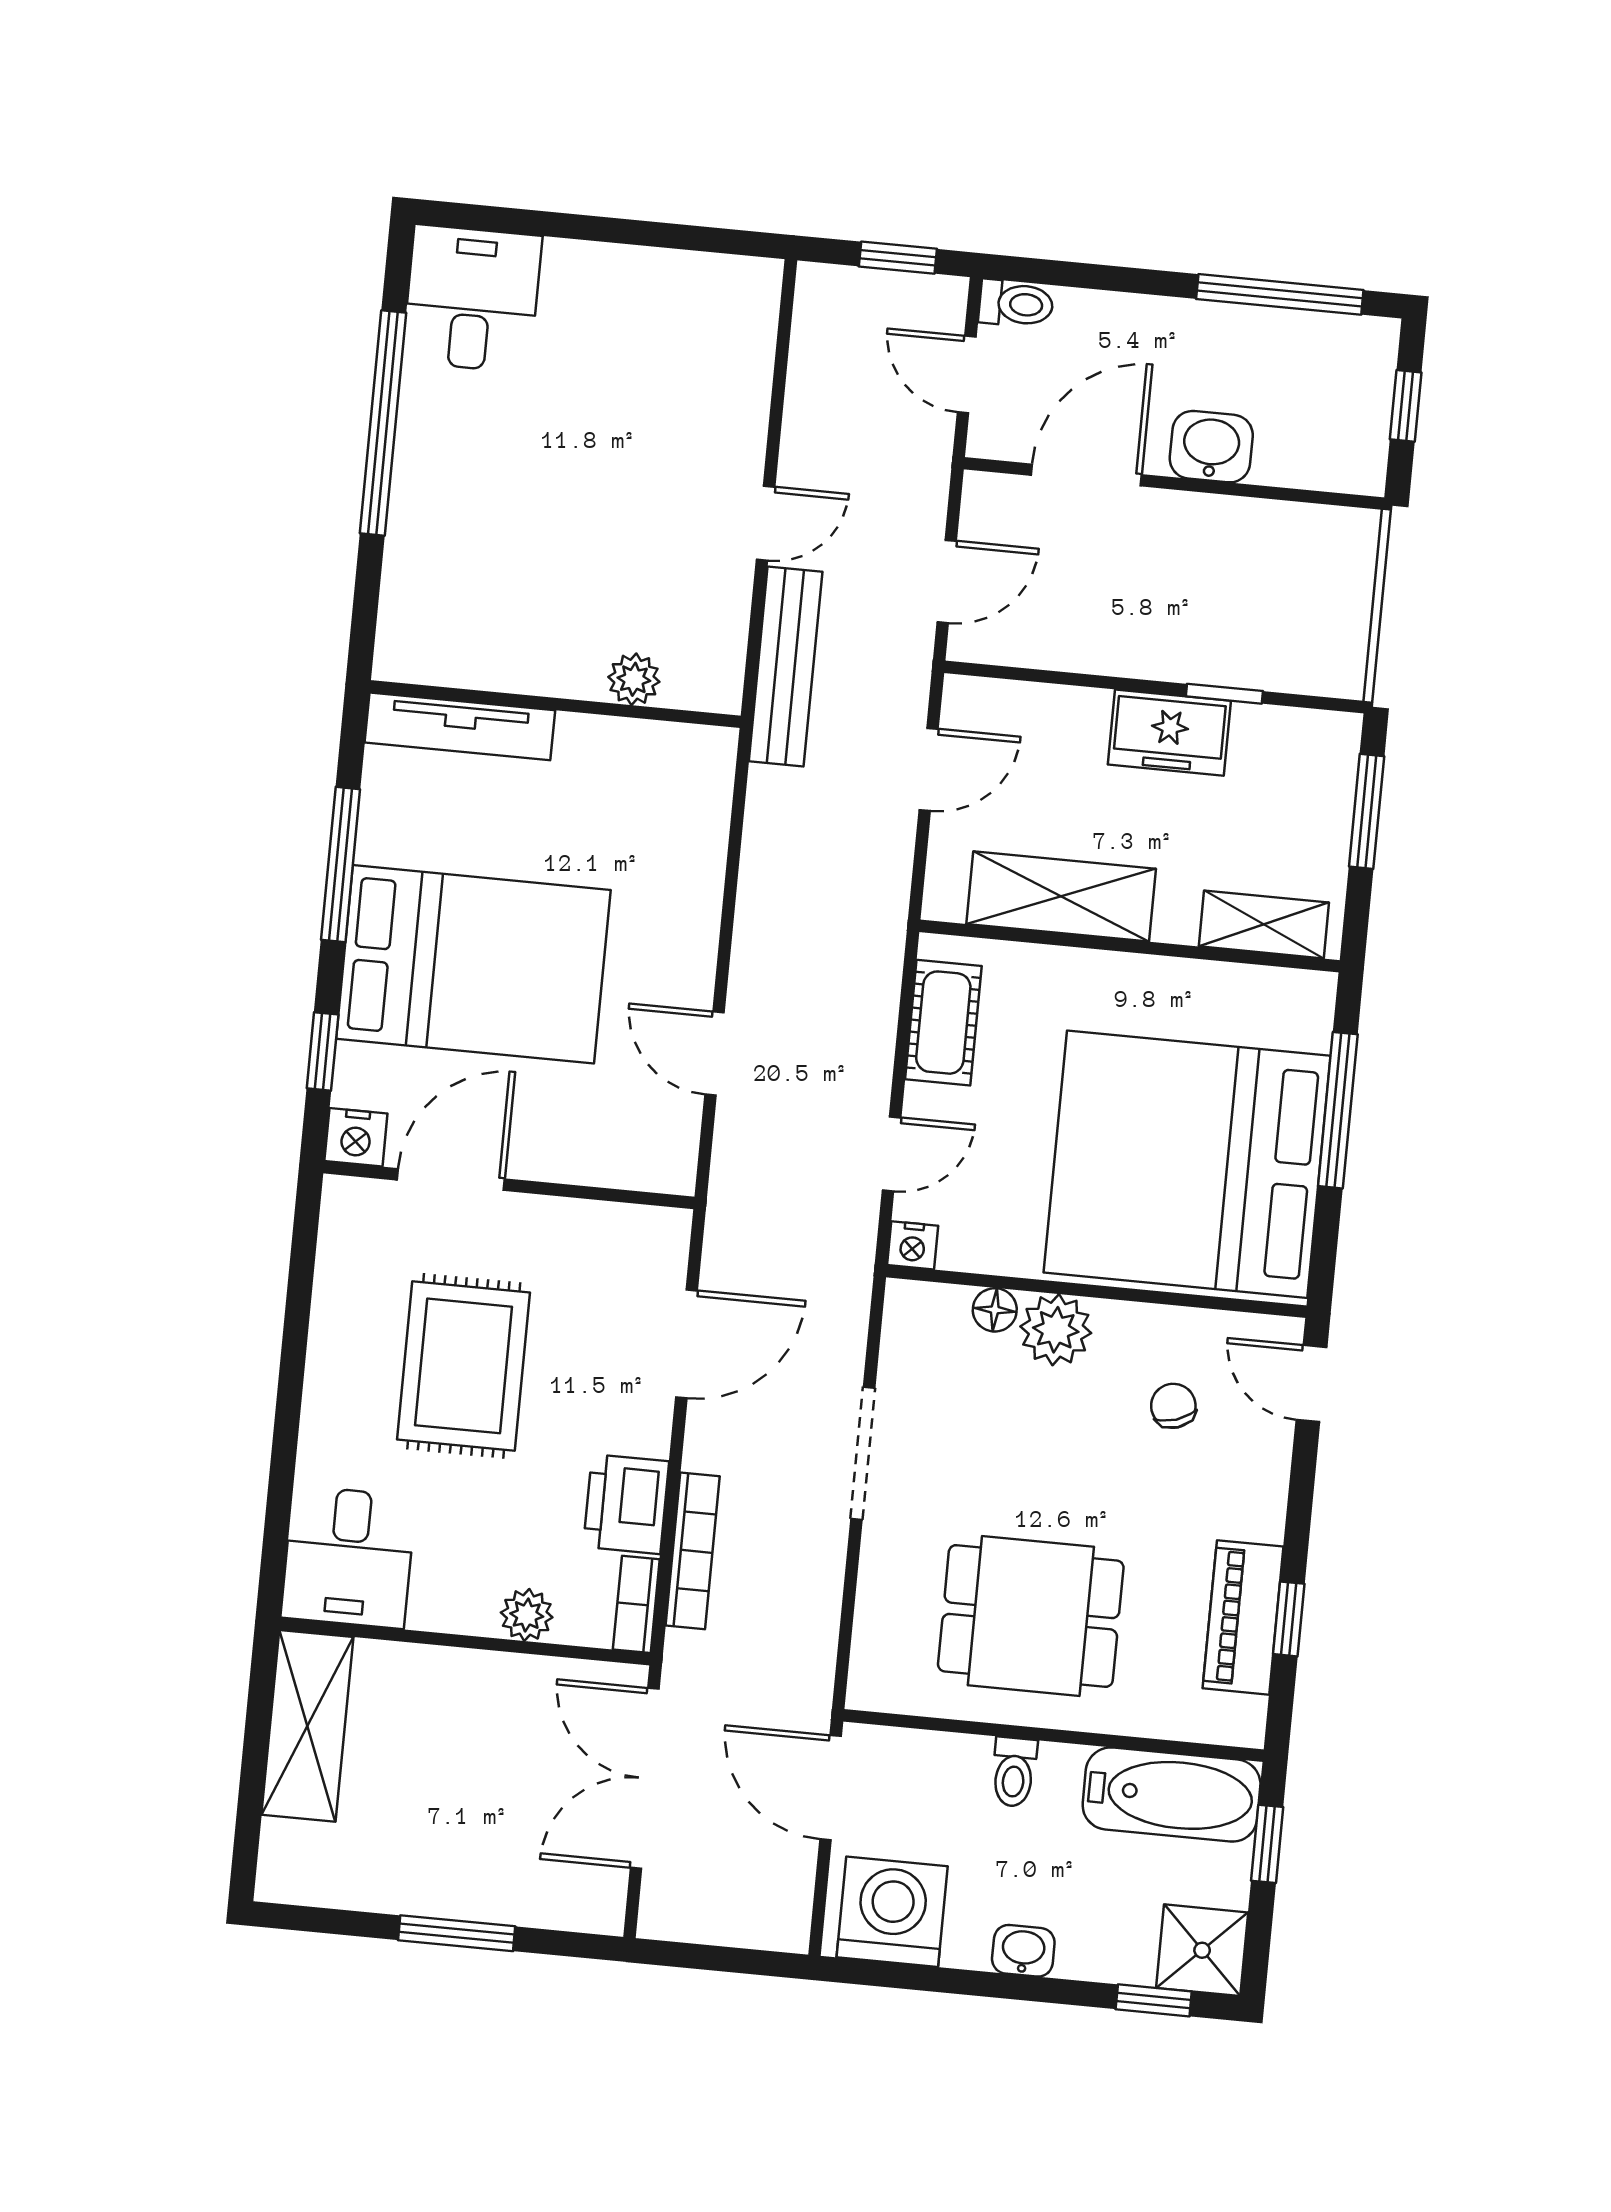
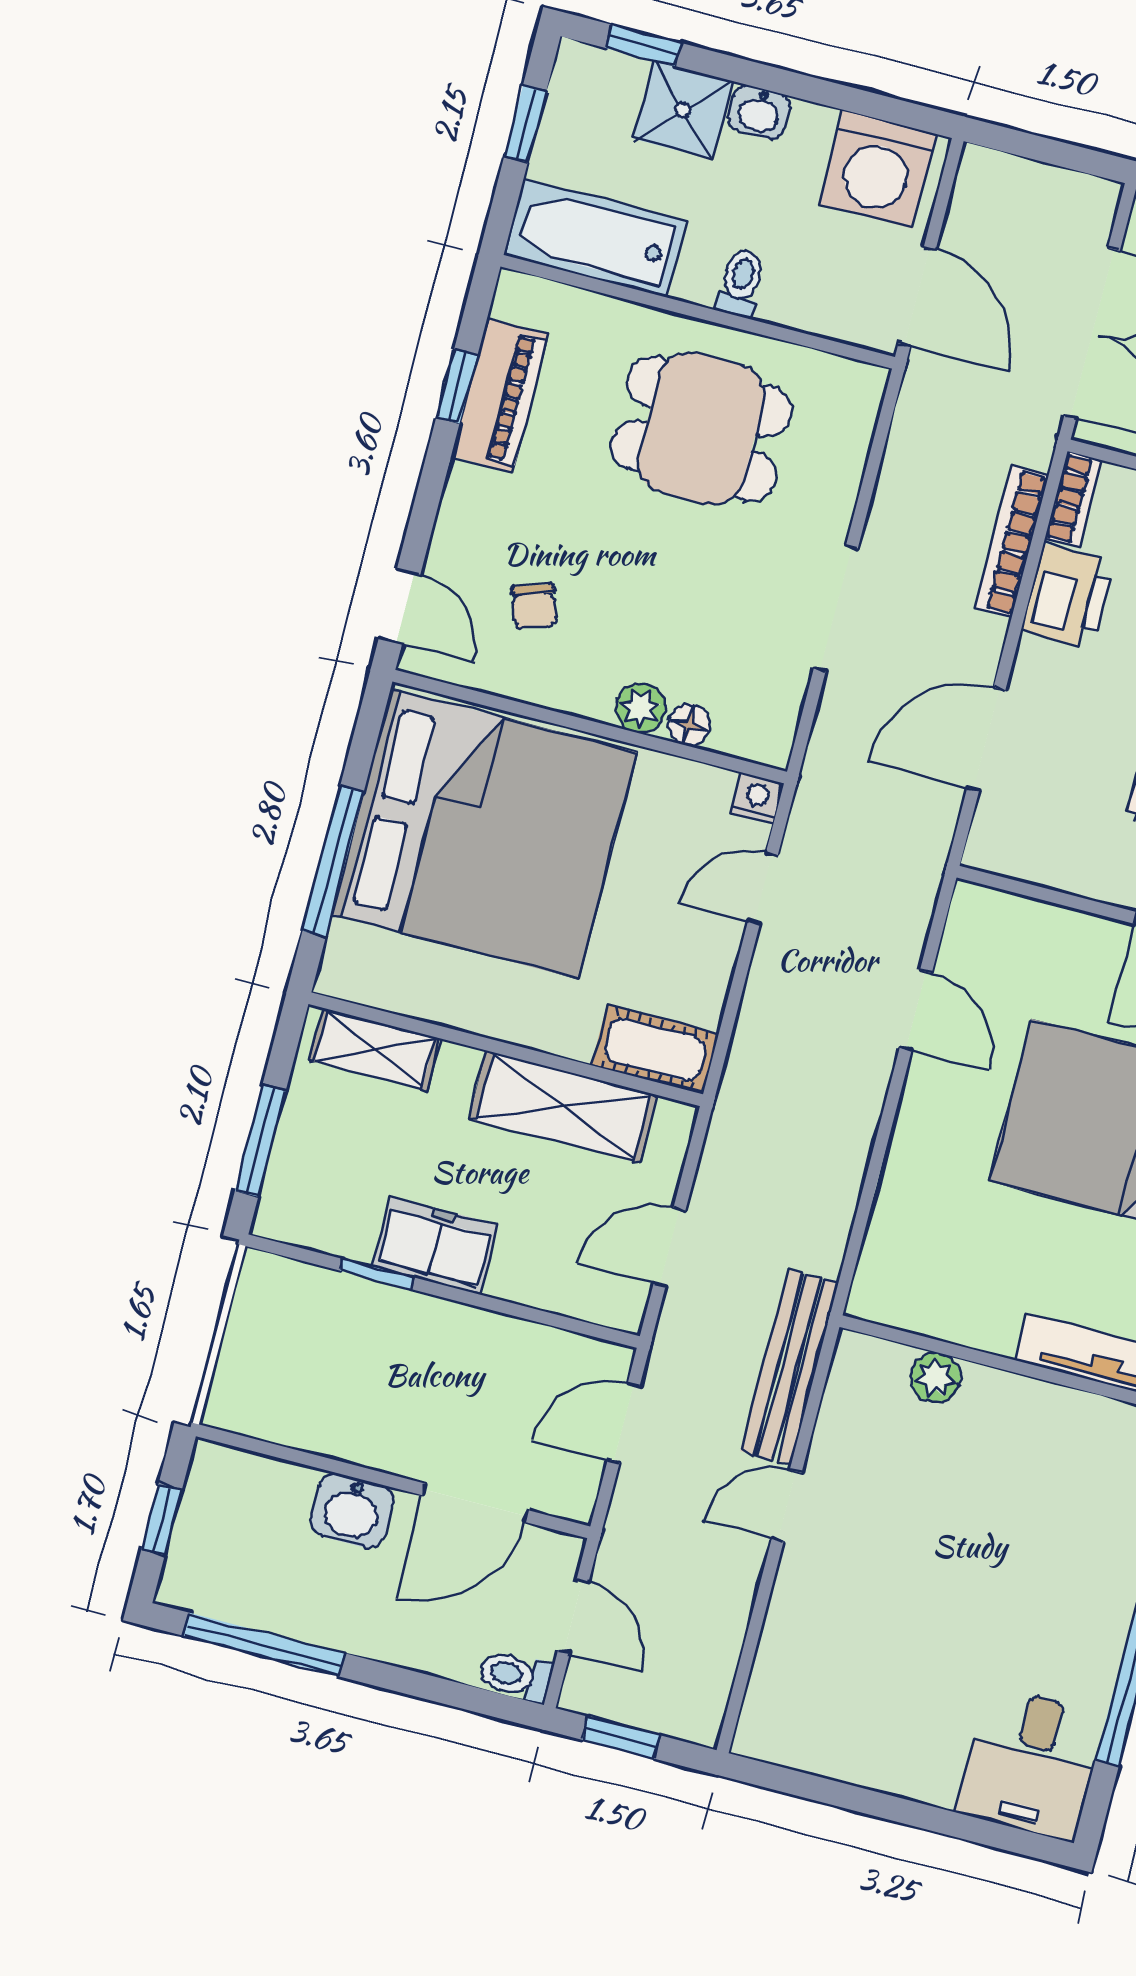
cot: (943, 1023) -> (655, 1050), moved, turned 90
plant: (1056, 1330) -> (641, 708), width x0.73, depth x0.73
window: (1267, 1844) -> (525, 124), moved
shower: (1202, 1950) -> (683, 110), moved

